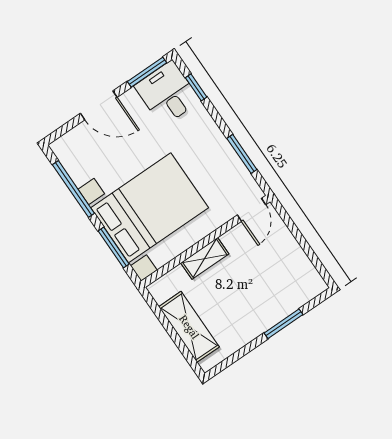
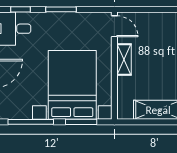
window: (242, 154) -> (61, 9), moved
shelving: (205, 258) -> (124, 59), moved

